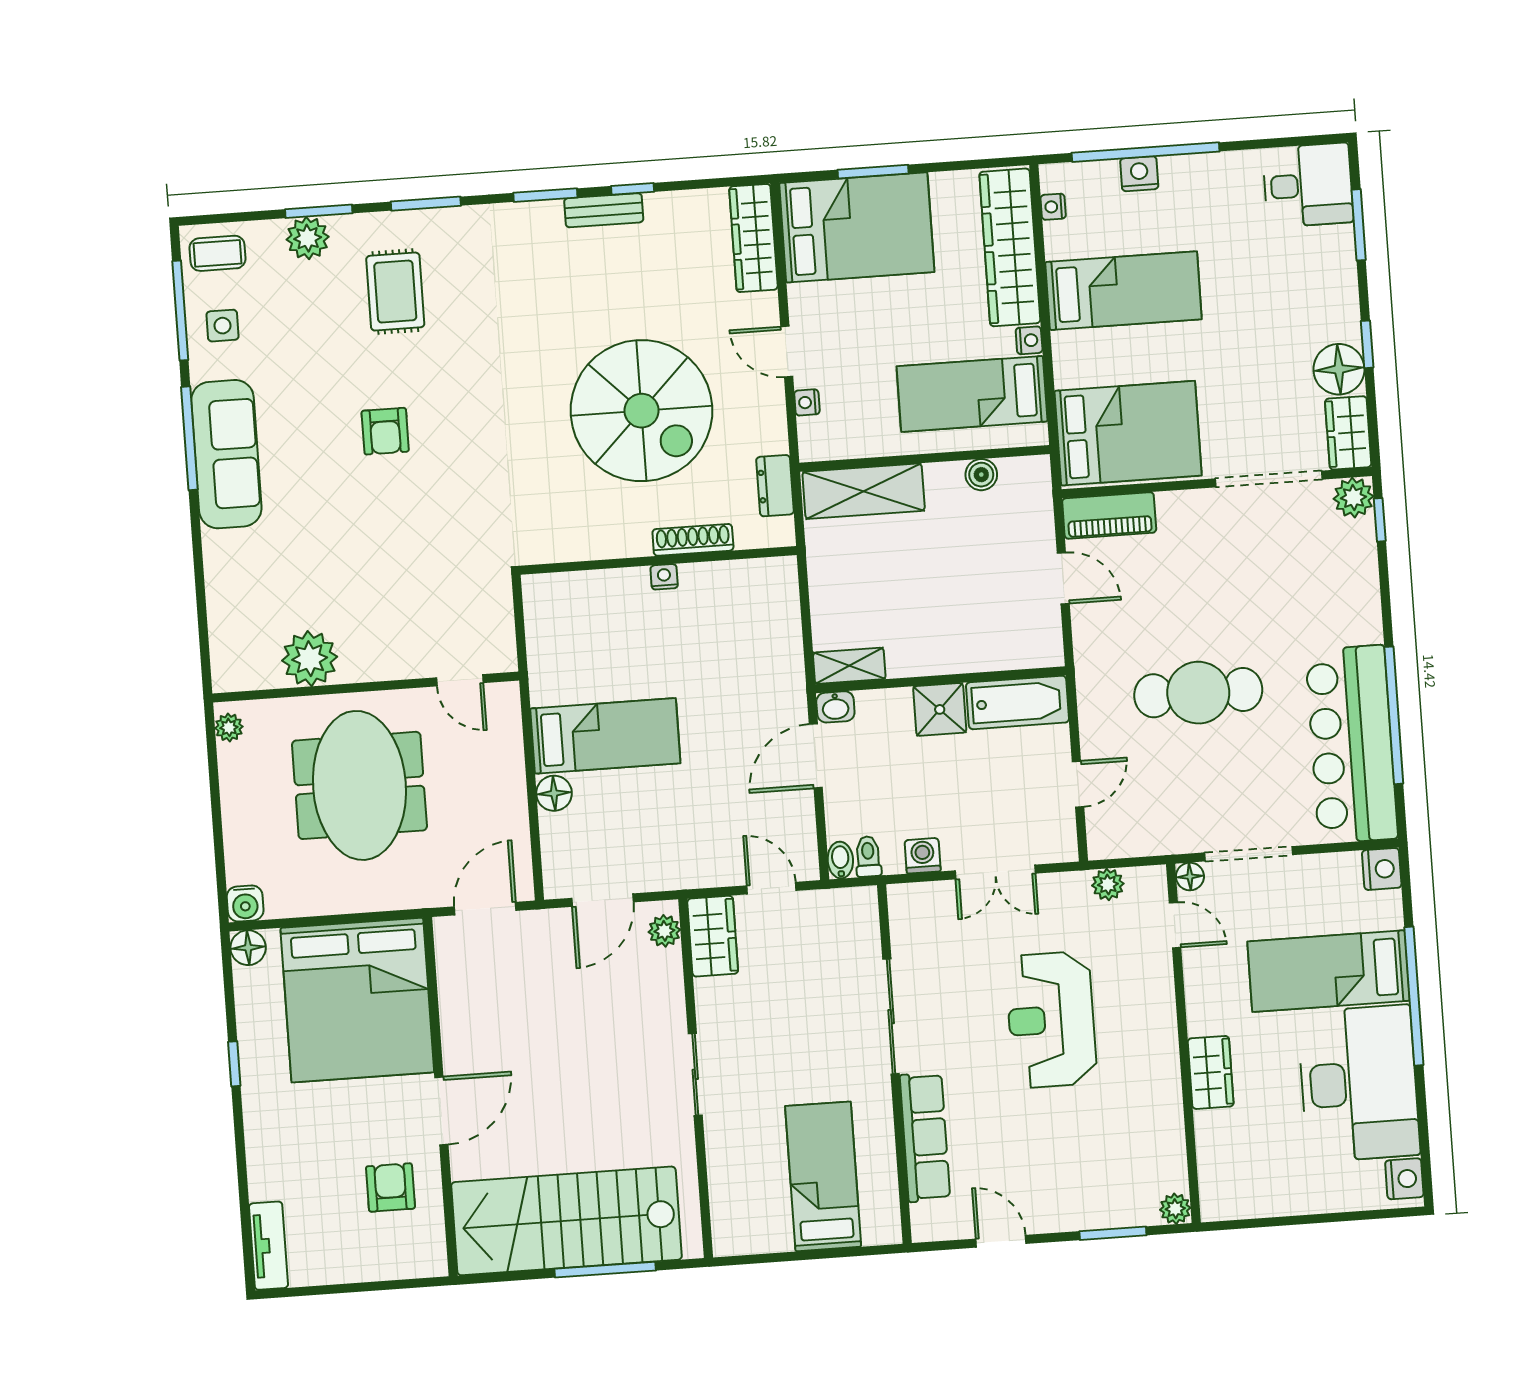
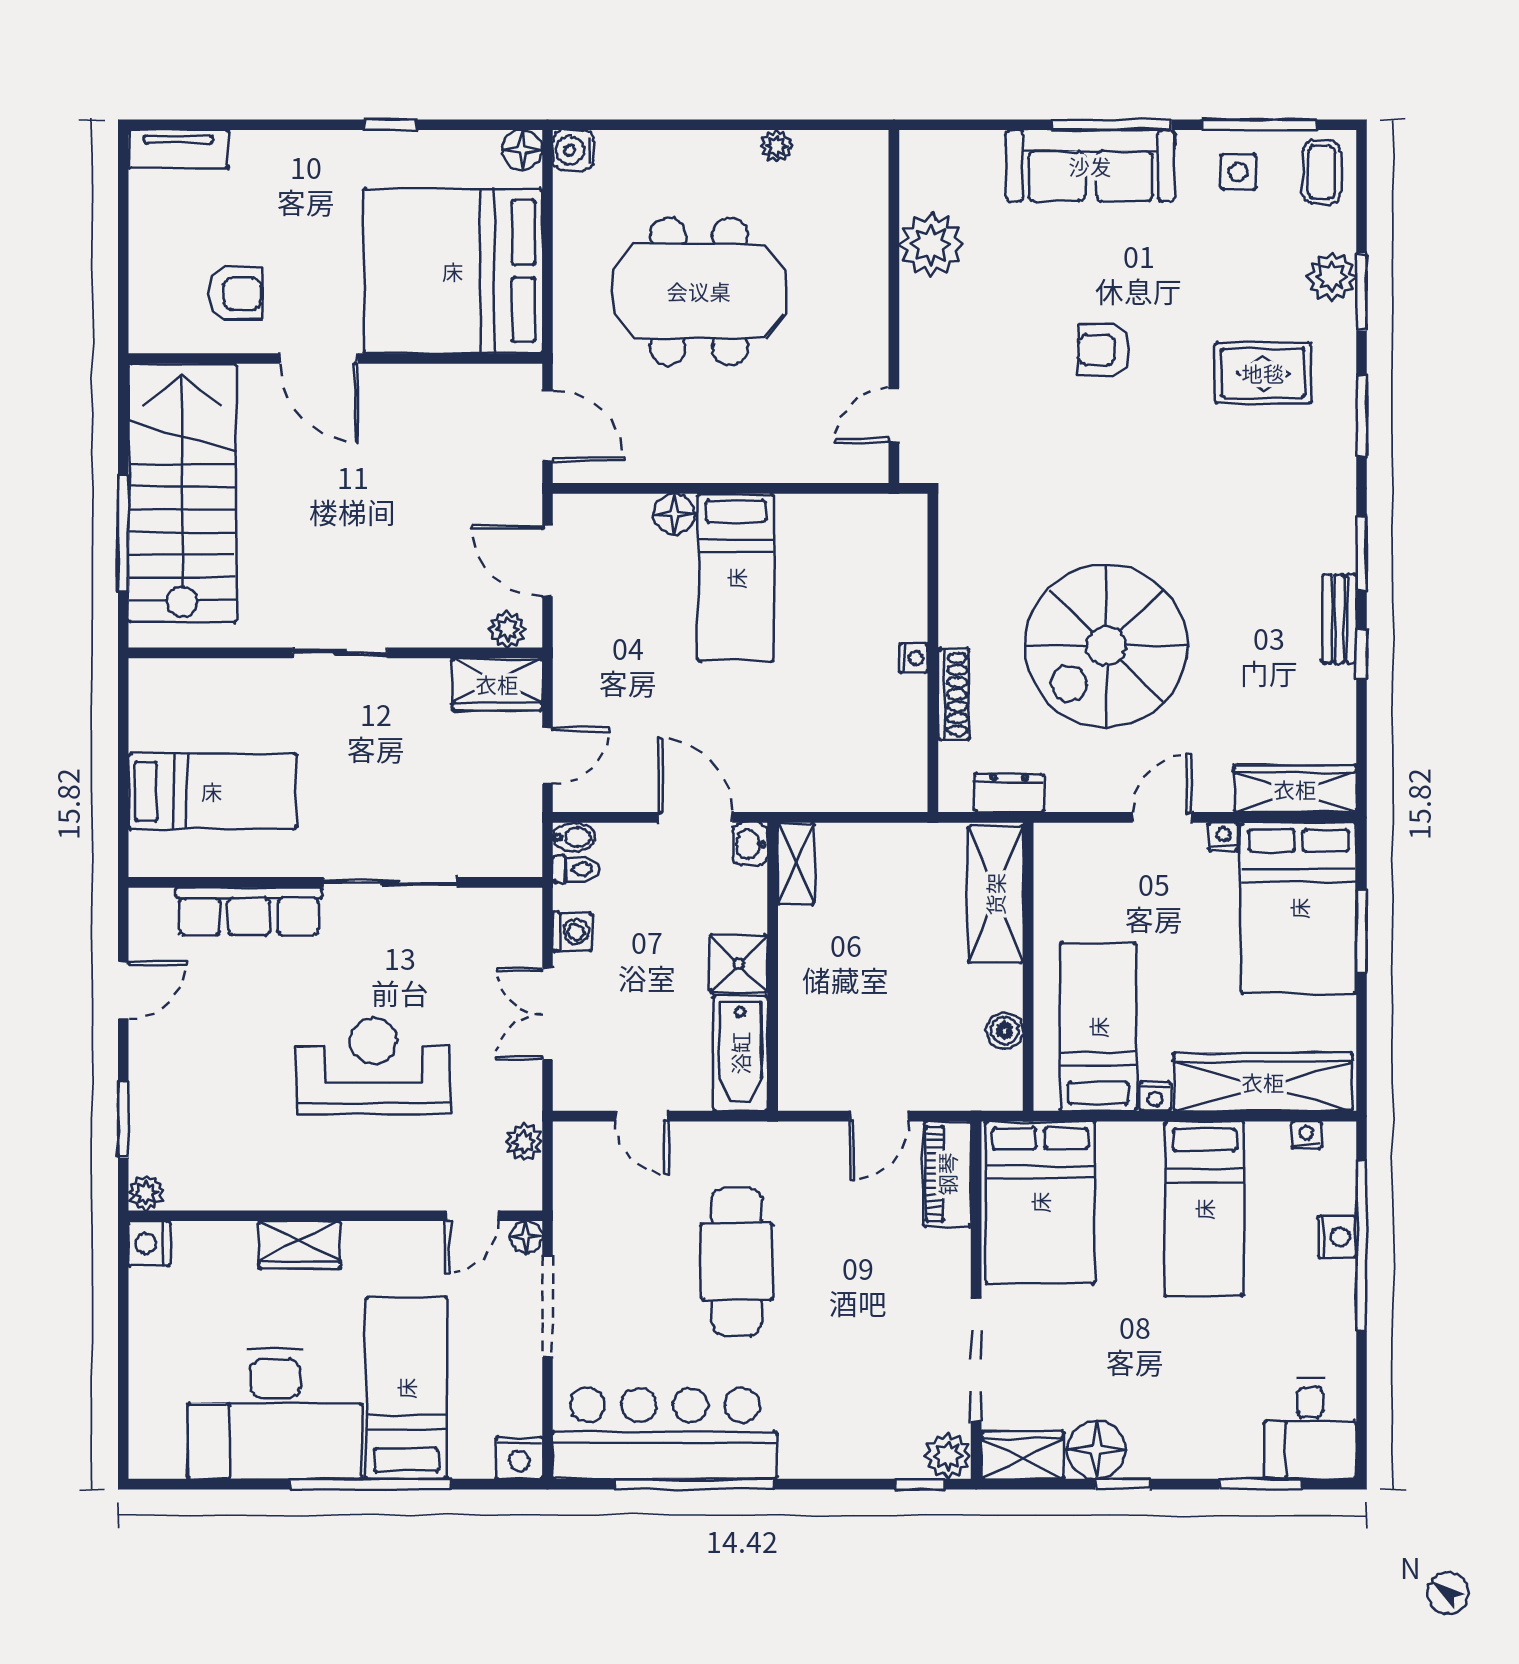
nightstand: (807, 402) -> (1223, 836), moved
plant: (310, 659) -> (931, 244), moved
door: (460, 680) -> (894, 415), moved
wall: (366, 687) -> (894, 307), moved
nightstand: (1404, 1179) -> (149, 1244), moved, turned 90

